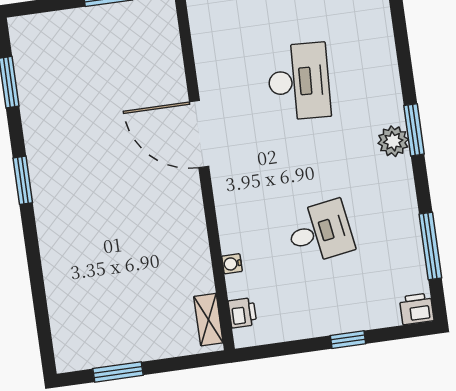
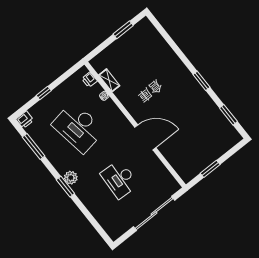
desk: (320, 232) -> (78, 127), width x1.87, depth x1.30
shelving: (208, 320) -> (109, 80), moved

